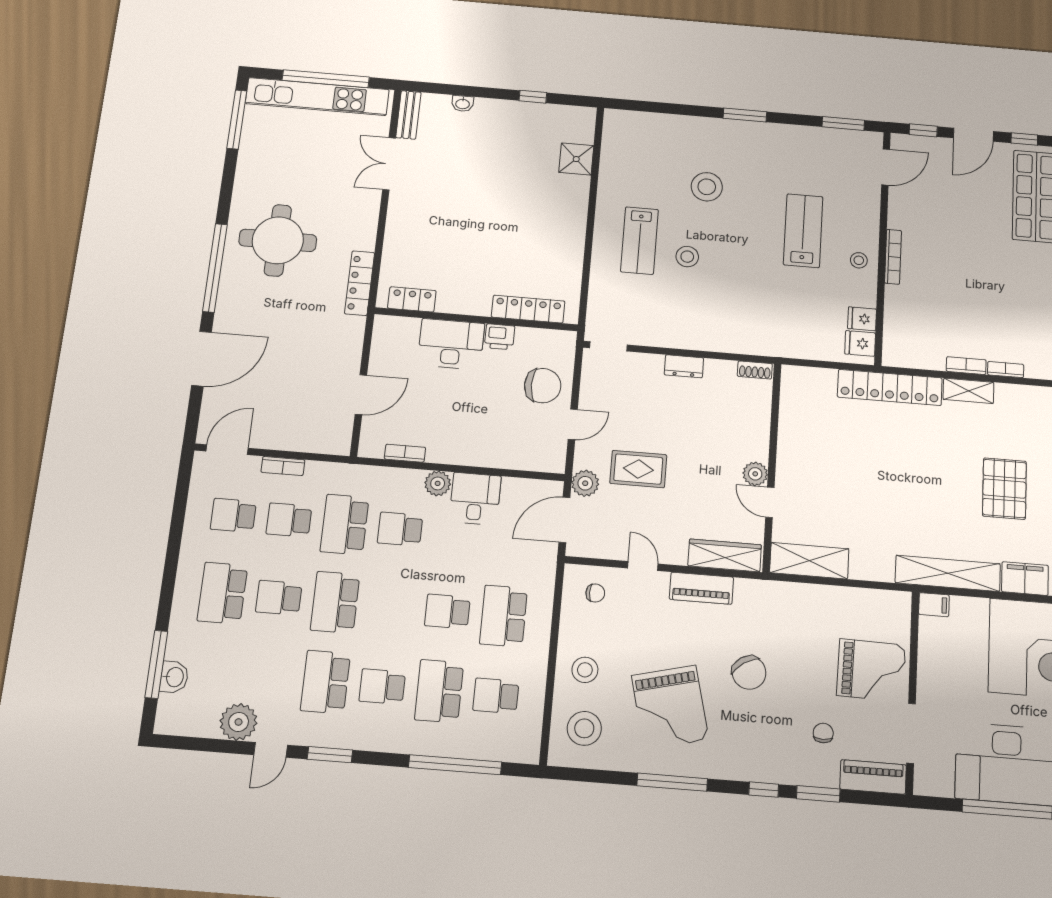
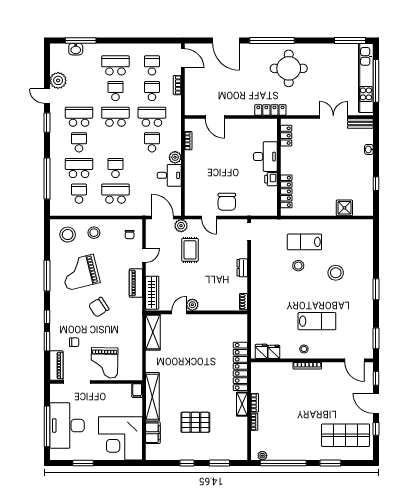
locker: (412, 299) -> (286, 136), moved
locker: (528, 309) -> (286, 191), moved
wall: (476, 319) -> (279, 167), moved
printer: (500, 337) -> (271, 179), moved
desk: (451, 344) -> (265, 157), moved

